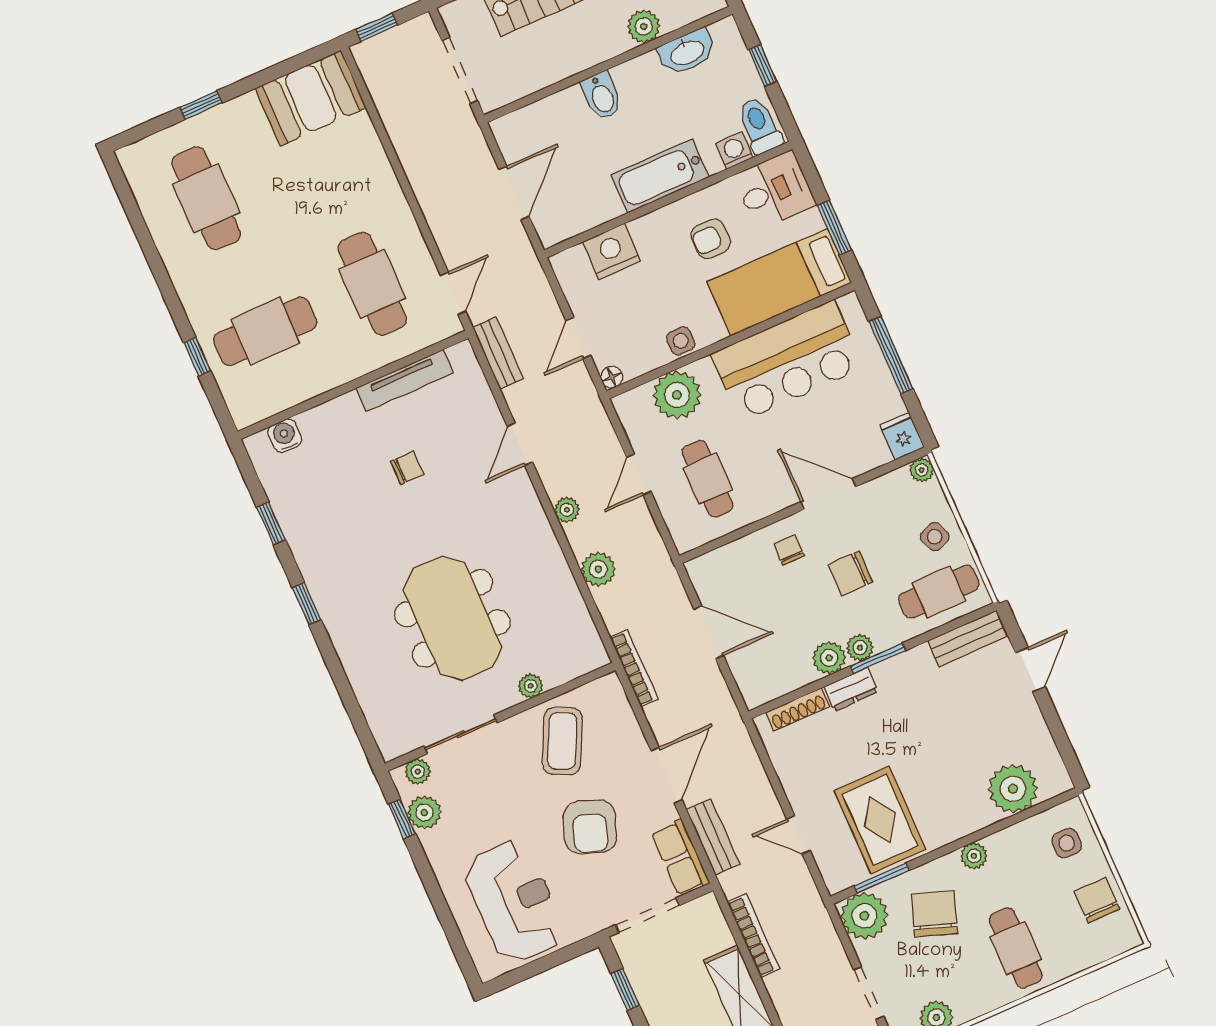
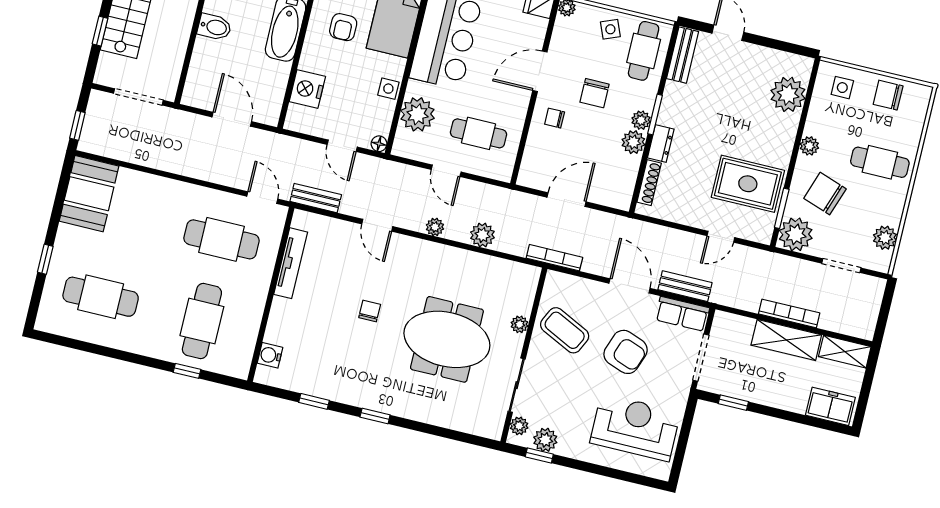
chair: (407, 468) -> (370, 311), moved
bookcase: (753, 935) -> (789, 313), moved

